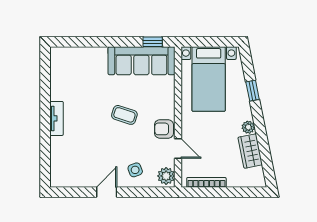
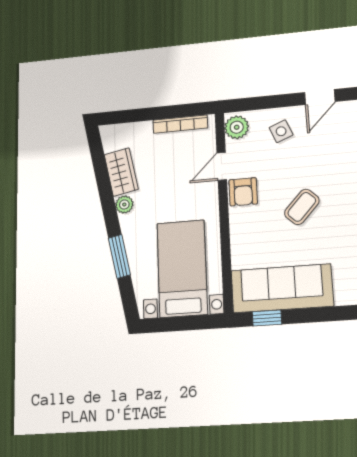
window: (253, 91) -> (119, 256), width x1.50
coffee table: (124, 115) -> (302, 207), turned -65
armchair: (164, 129) -> (243, 192), turned 90
door: (178, 149) -> (222, 166), hinge flipped

